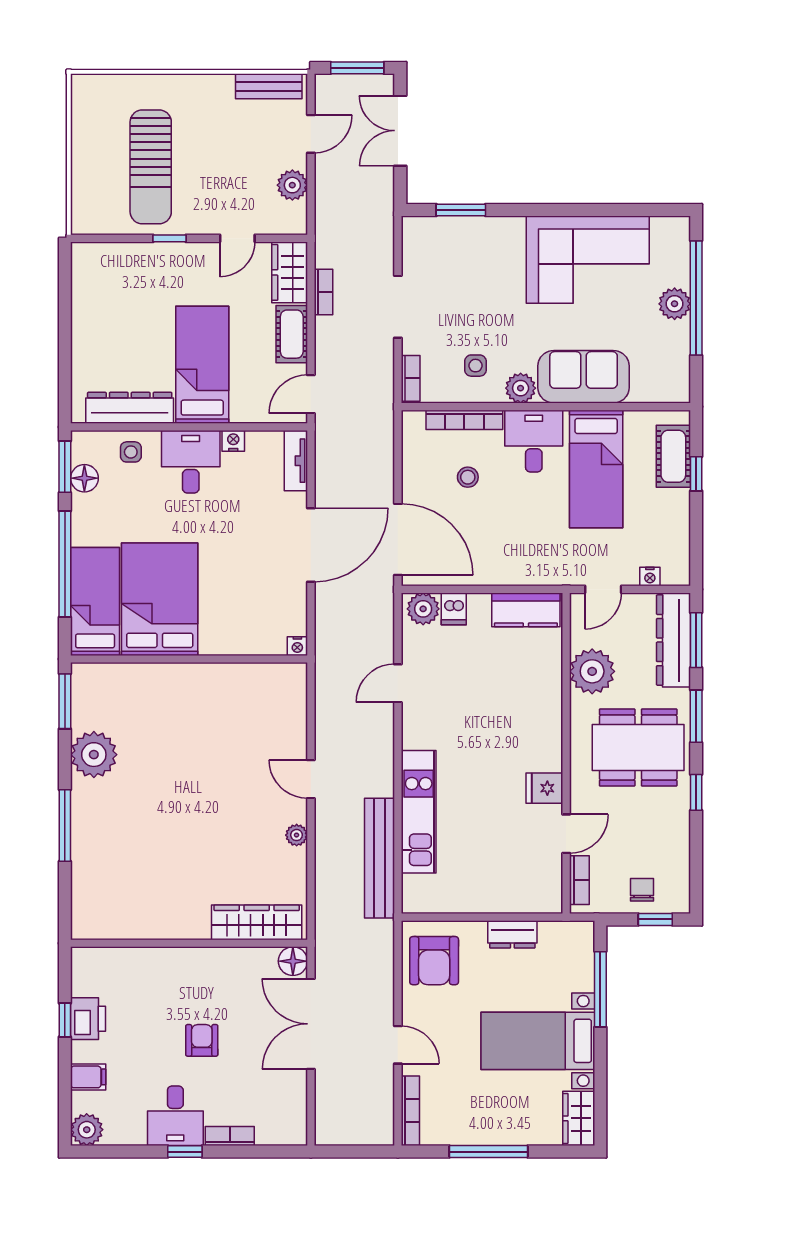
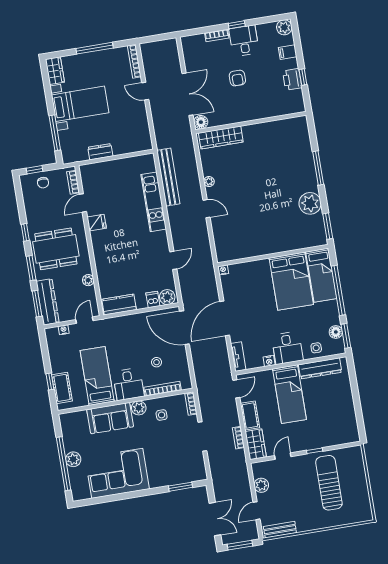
plant: (592, 671) -> (88, 280), width x0.53, depth x0.53
armchair: (434, 961) -> (135, 133), removed

